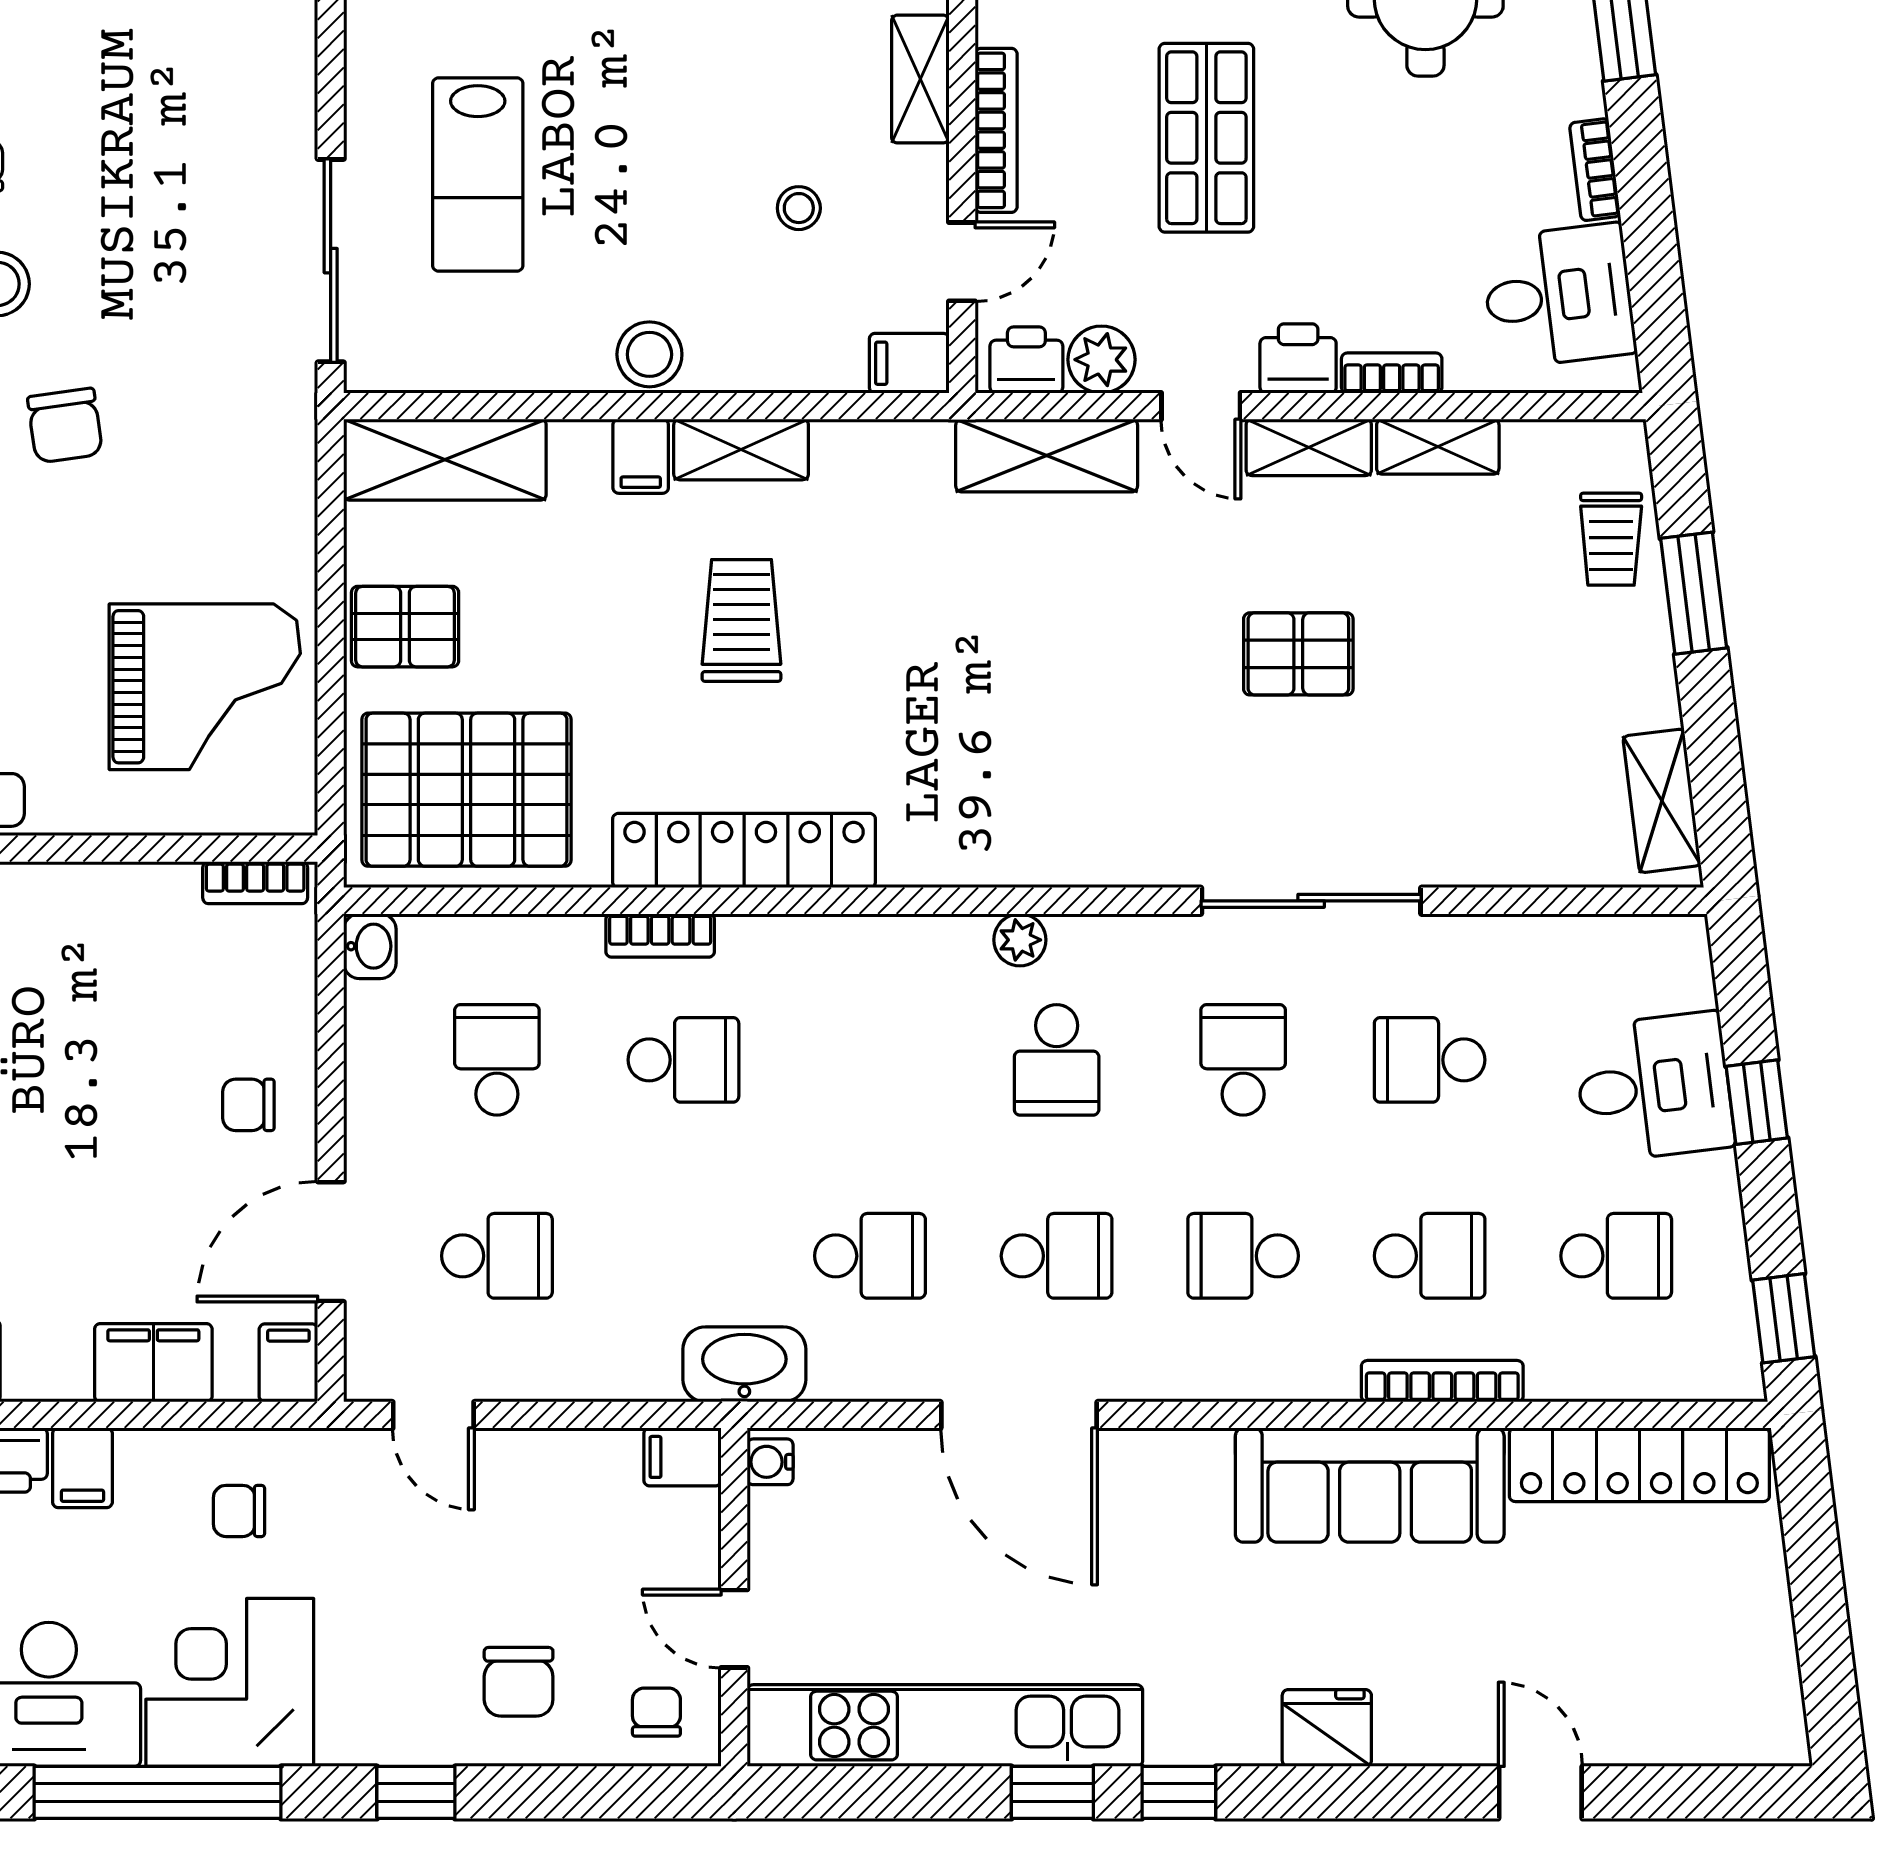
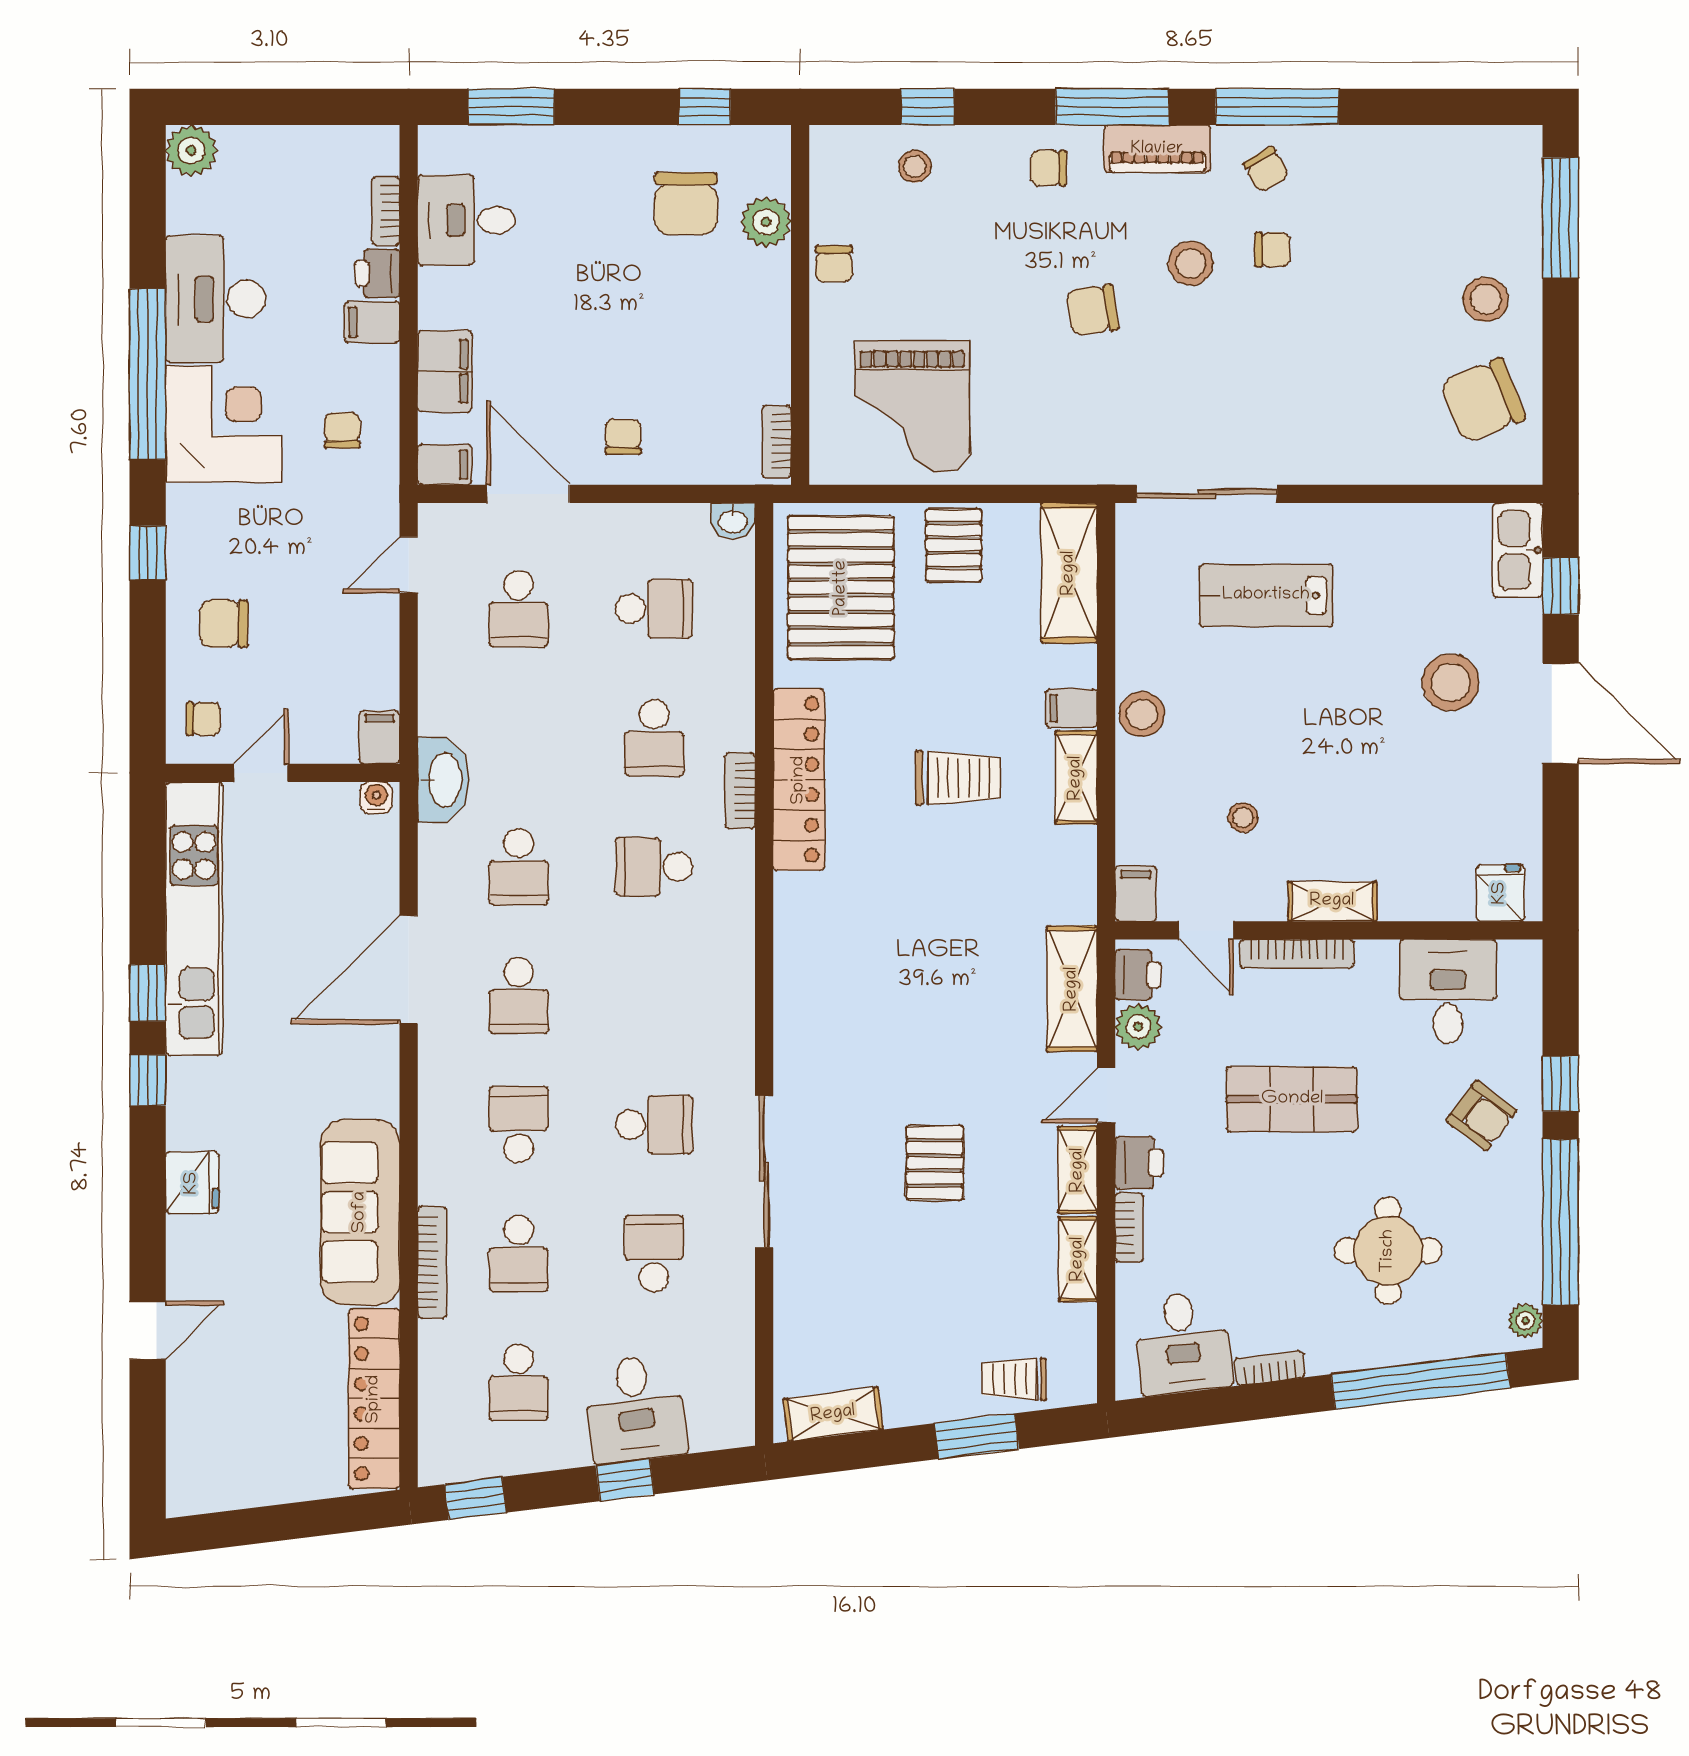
bookcase: (660, 936) -> (740, 791), moved
plant: (1020, 940) -> (737, 970), removed
school desk: (1057, 1060) -> (654, 867), moved

